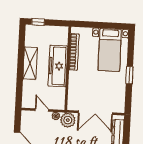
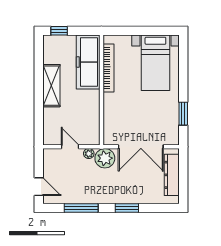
freezer: (58, 66) -> (88, 62), moved
window: (129, 75) -> (183, 114), moved

